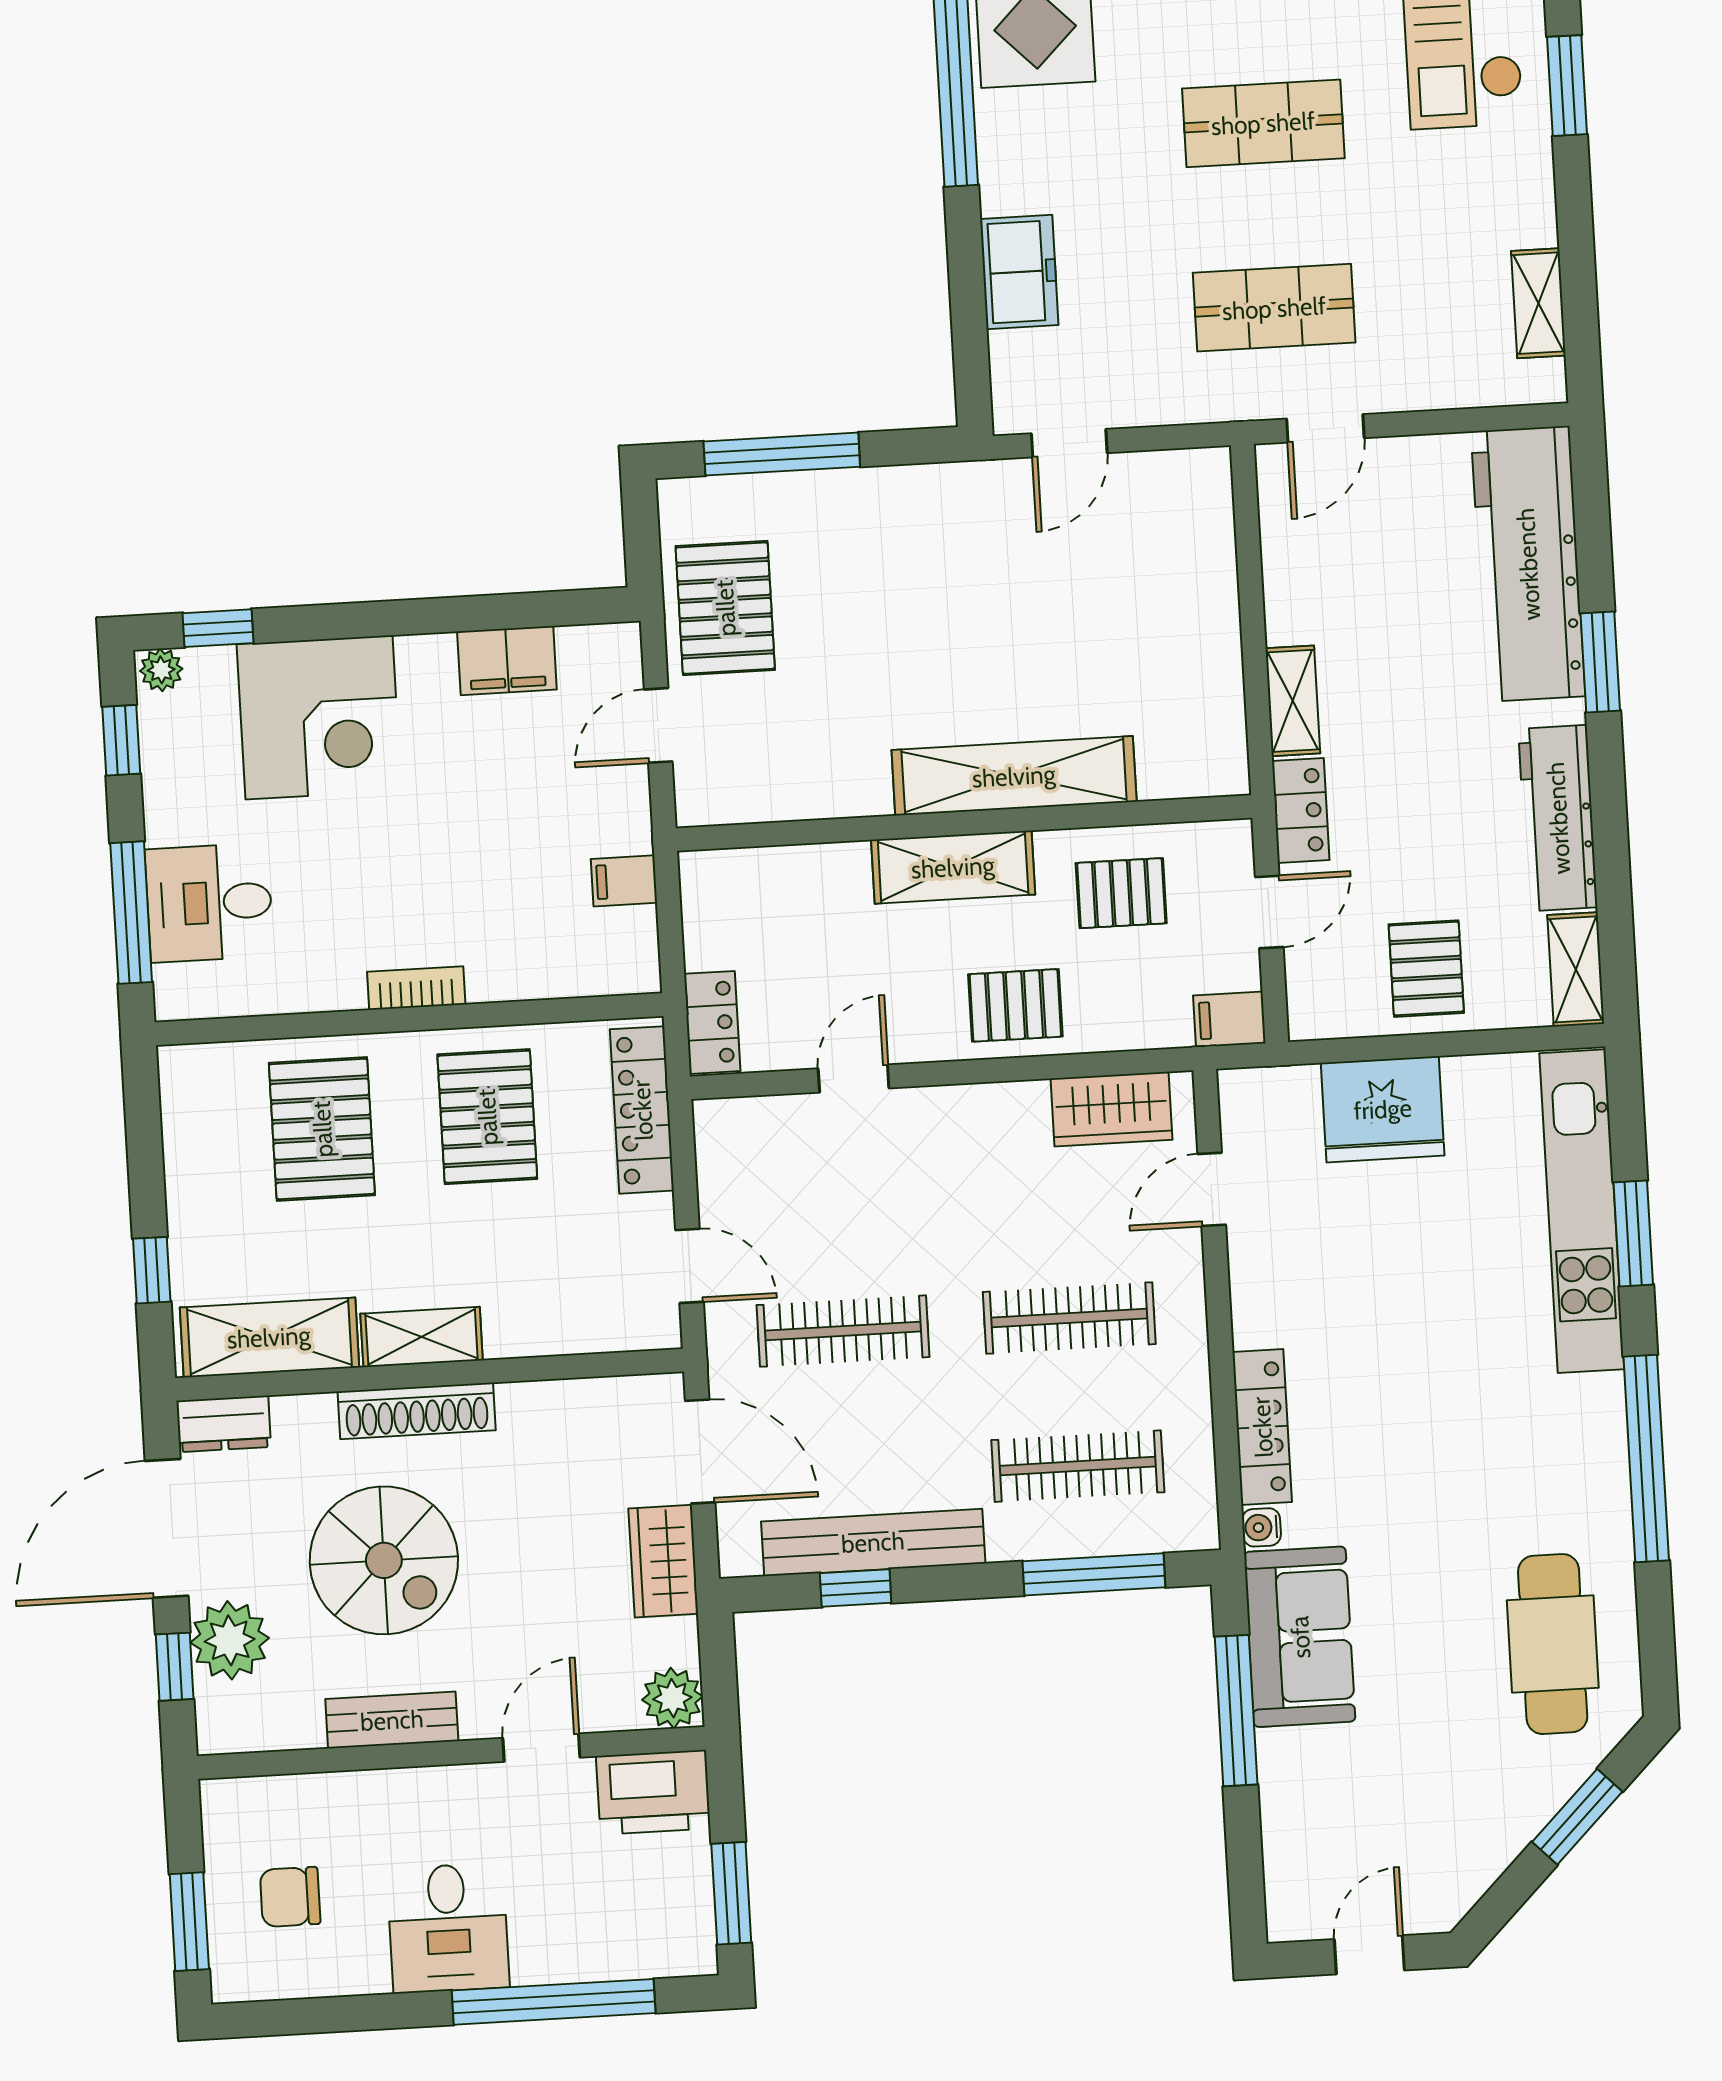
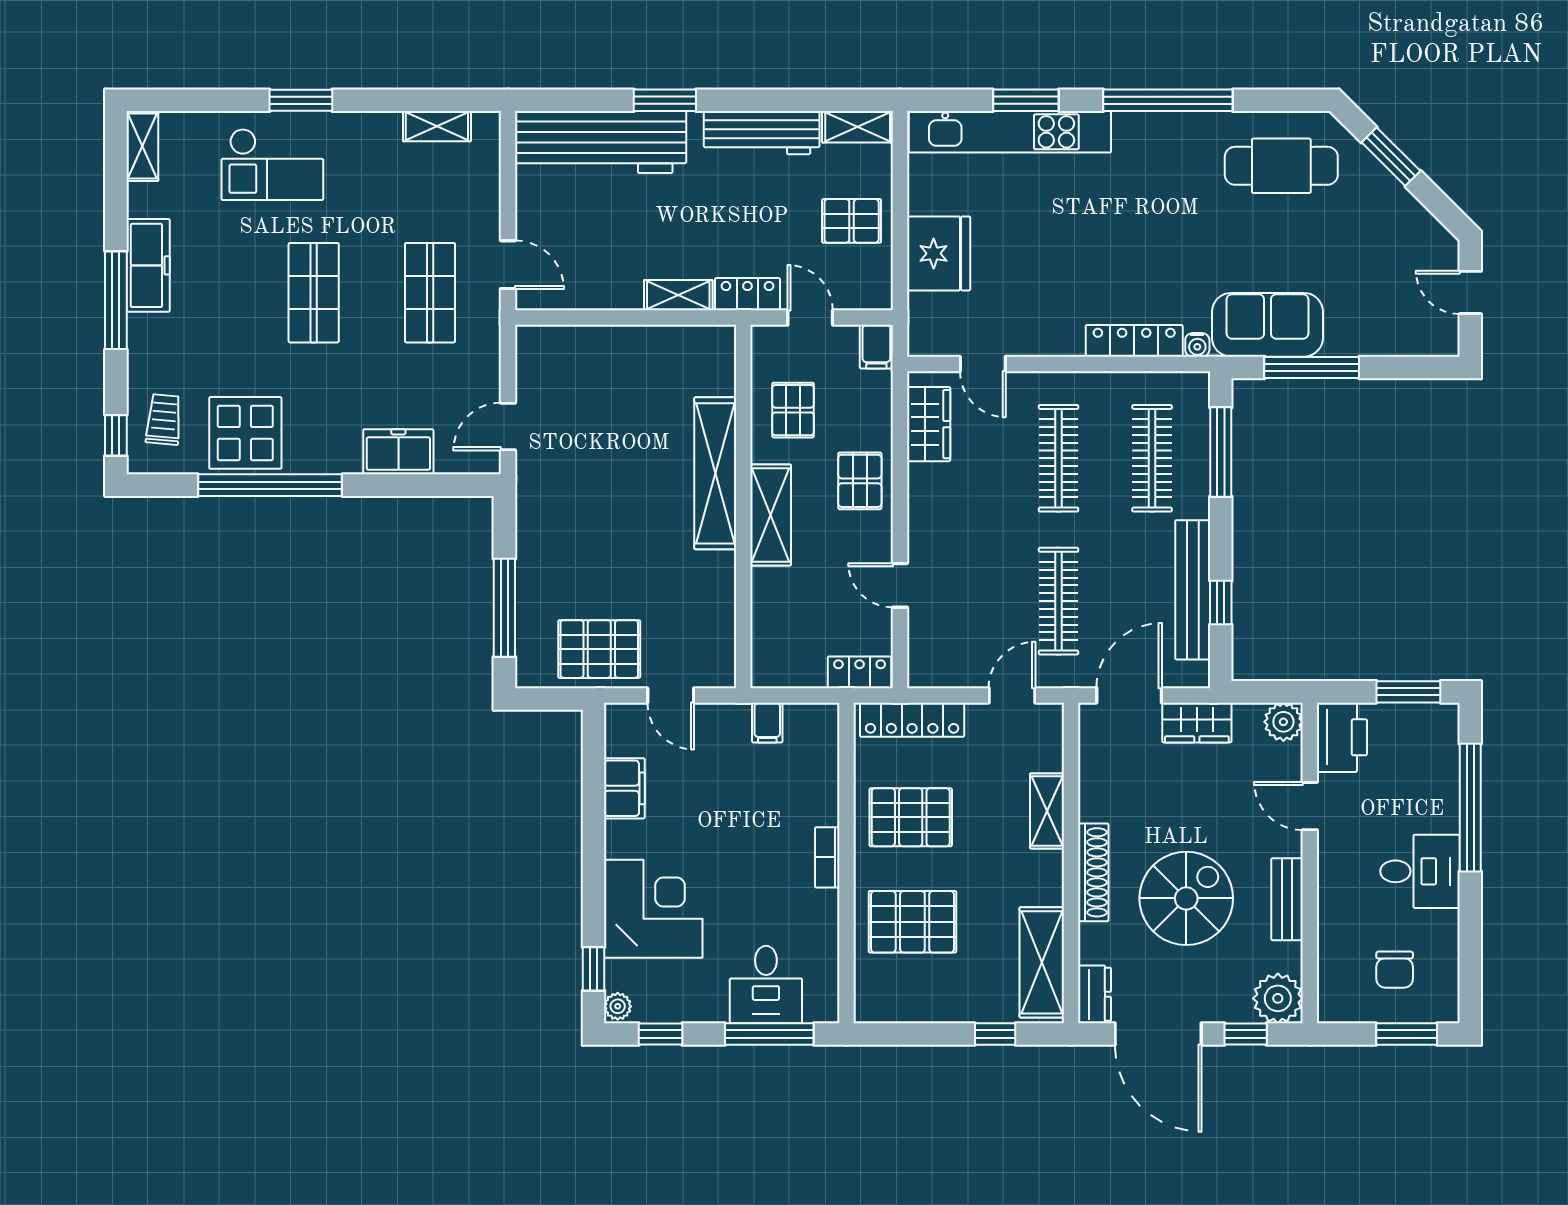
door: (1069, 443) -> (508, 427), swing flipped
shelving: (422, 1337) -> (1047, 811), moved
plant: (230, 1640) -> (1278, 998), moved

